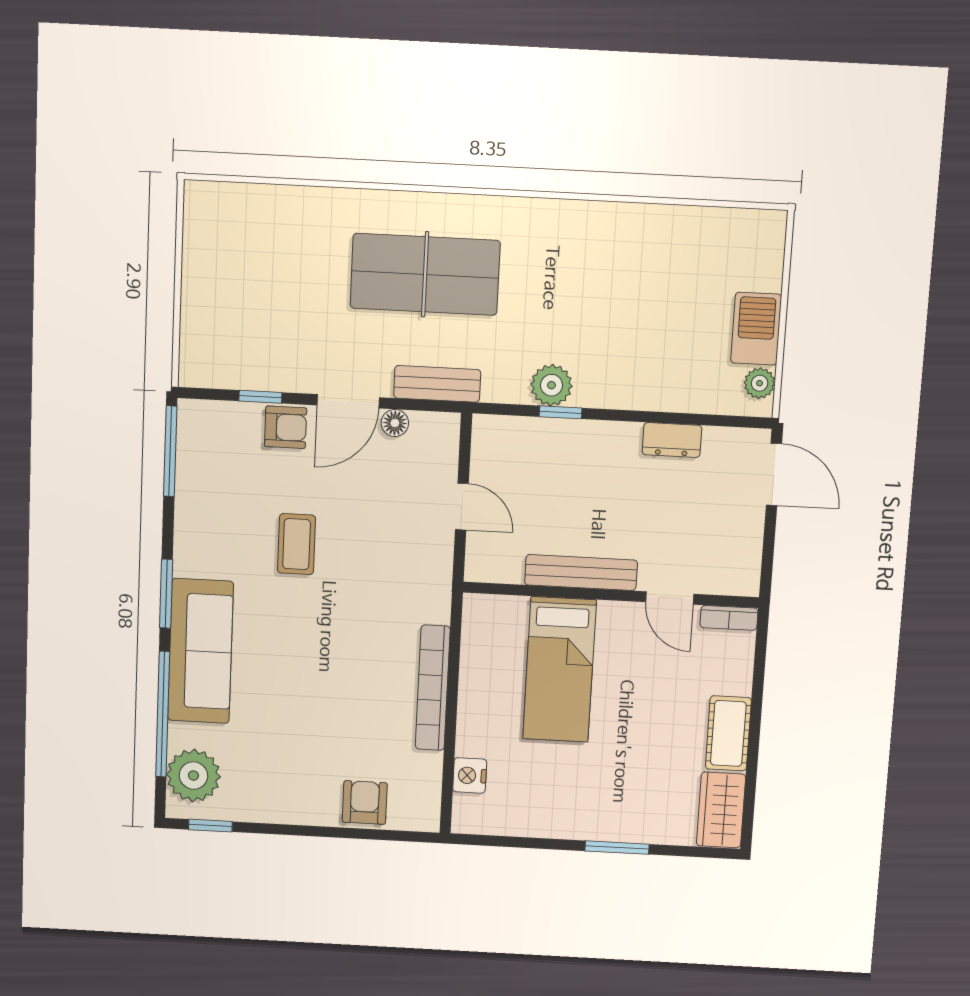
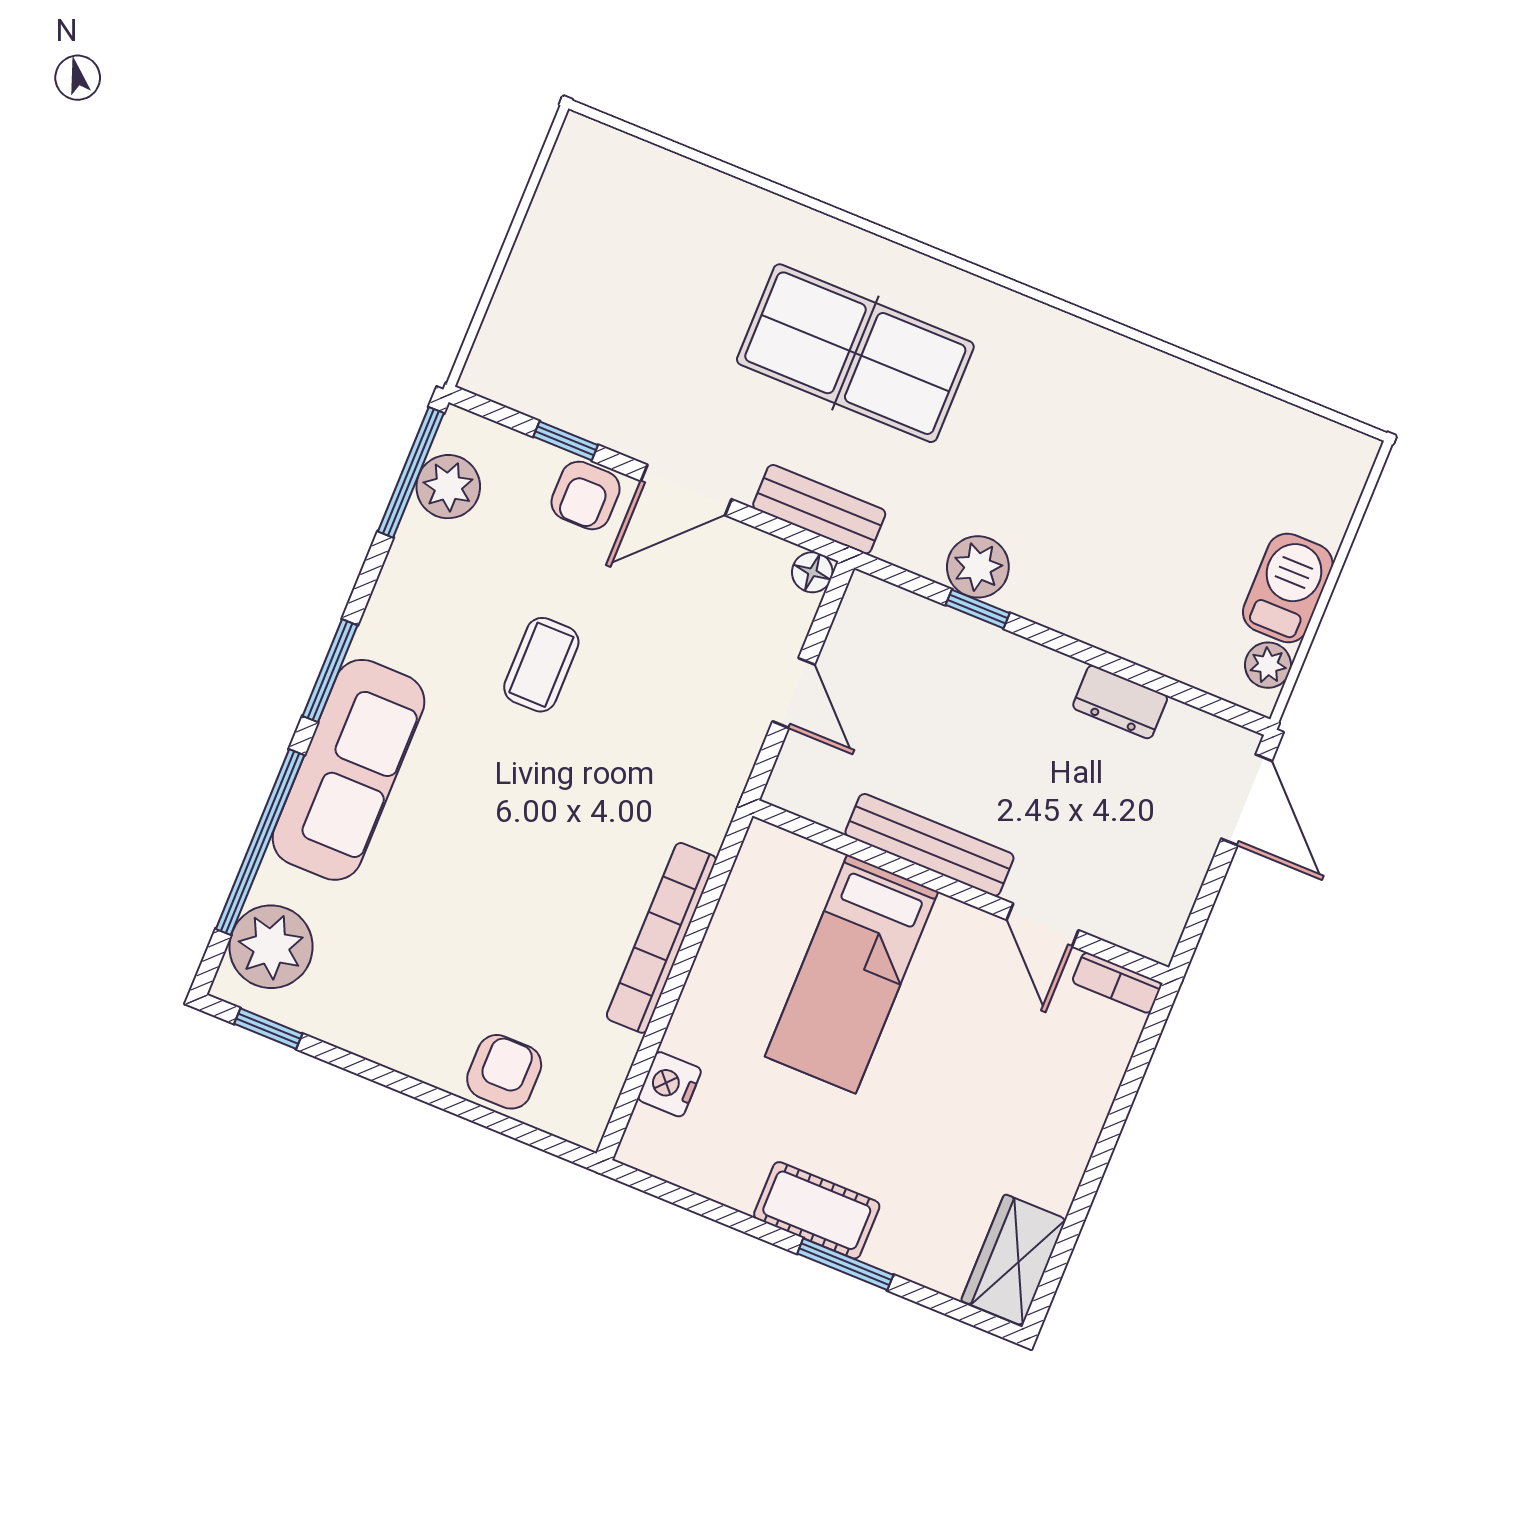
floor lamp: (395, 423) -> (812, 572), moved
armchair: (286, 427) -> (586, 495), turned 90
plant: (197, 452) -> (448, 487), added
cot: (728, 733) -> (817, 1210), moved, turned 90

